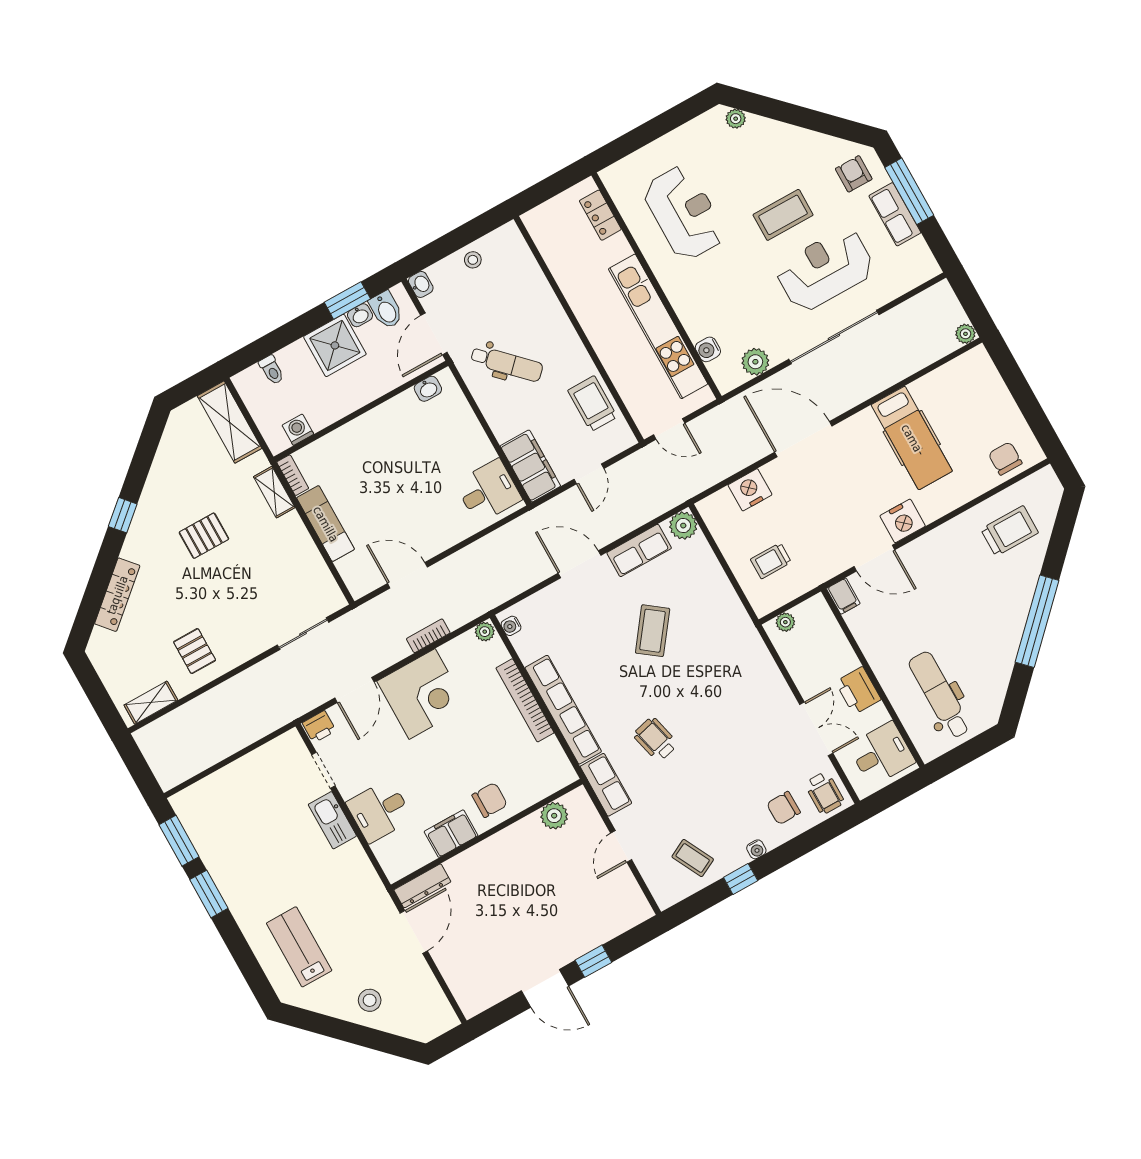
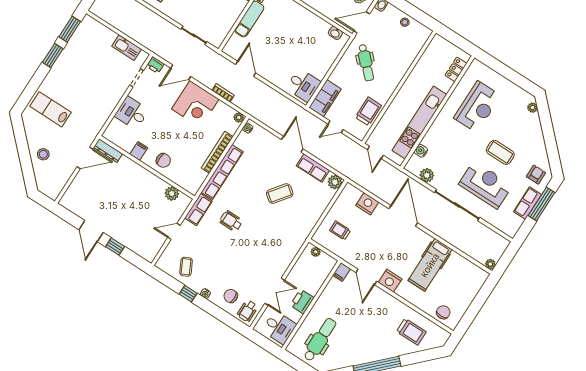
wheelchair: (655, 739) -> (231, 221), turned -76
kitchen sink: (332, 820) -> (127, 48), moved, turned -90
filing cabinet: (451, 834) -> (139, 151), width x0.50
lab bench: (299, 947) -> (51, 109), turned -90

